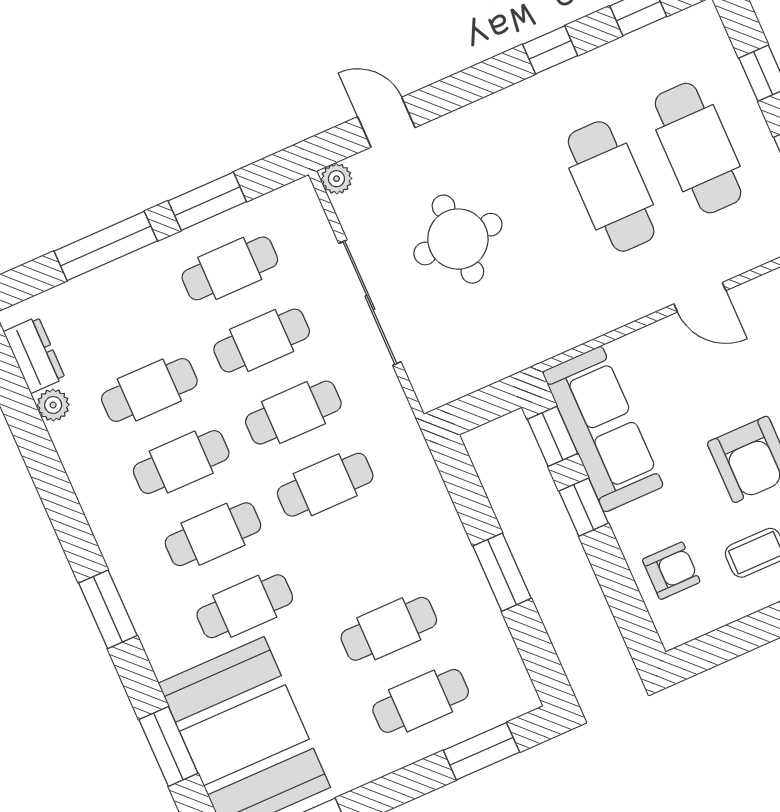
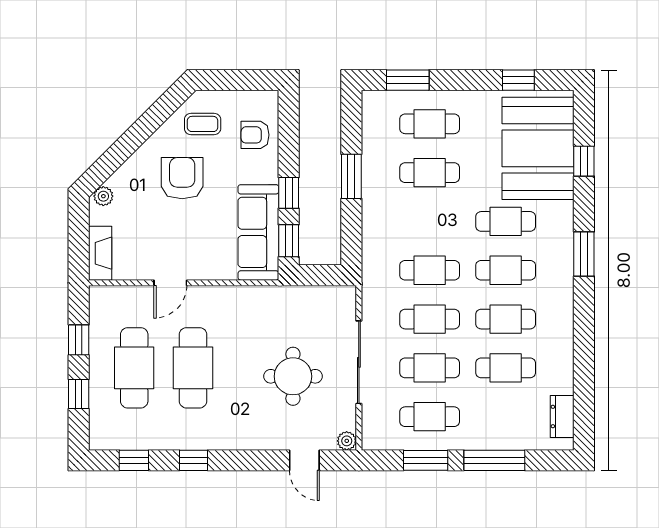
door: (700, 297) -> (170, 283), swing flipped
plant: (53, 405) -> (564, 383), removed
window: (168, 746) -> (584, 161), width x0.67

